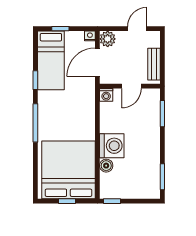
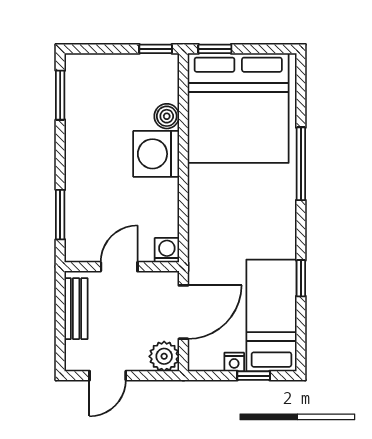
nightstand: (90, 36) -> (234, 362), moved
window: (35, 123) -> (301, 164), moved
window: (67, 201) -> (215, 49), moved

